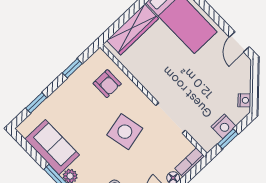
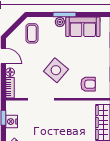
armchair: (107, 84) -> (88, 84), turned 180
side table: (125, 132) -> (56, 70), turned -38

